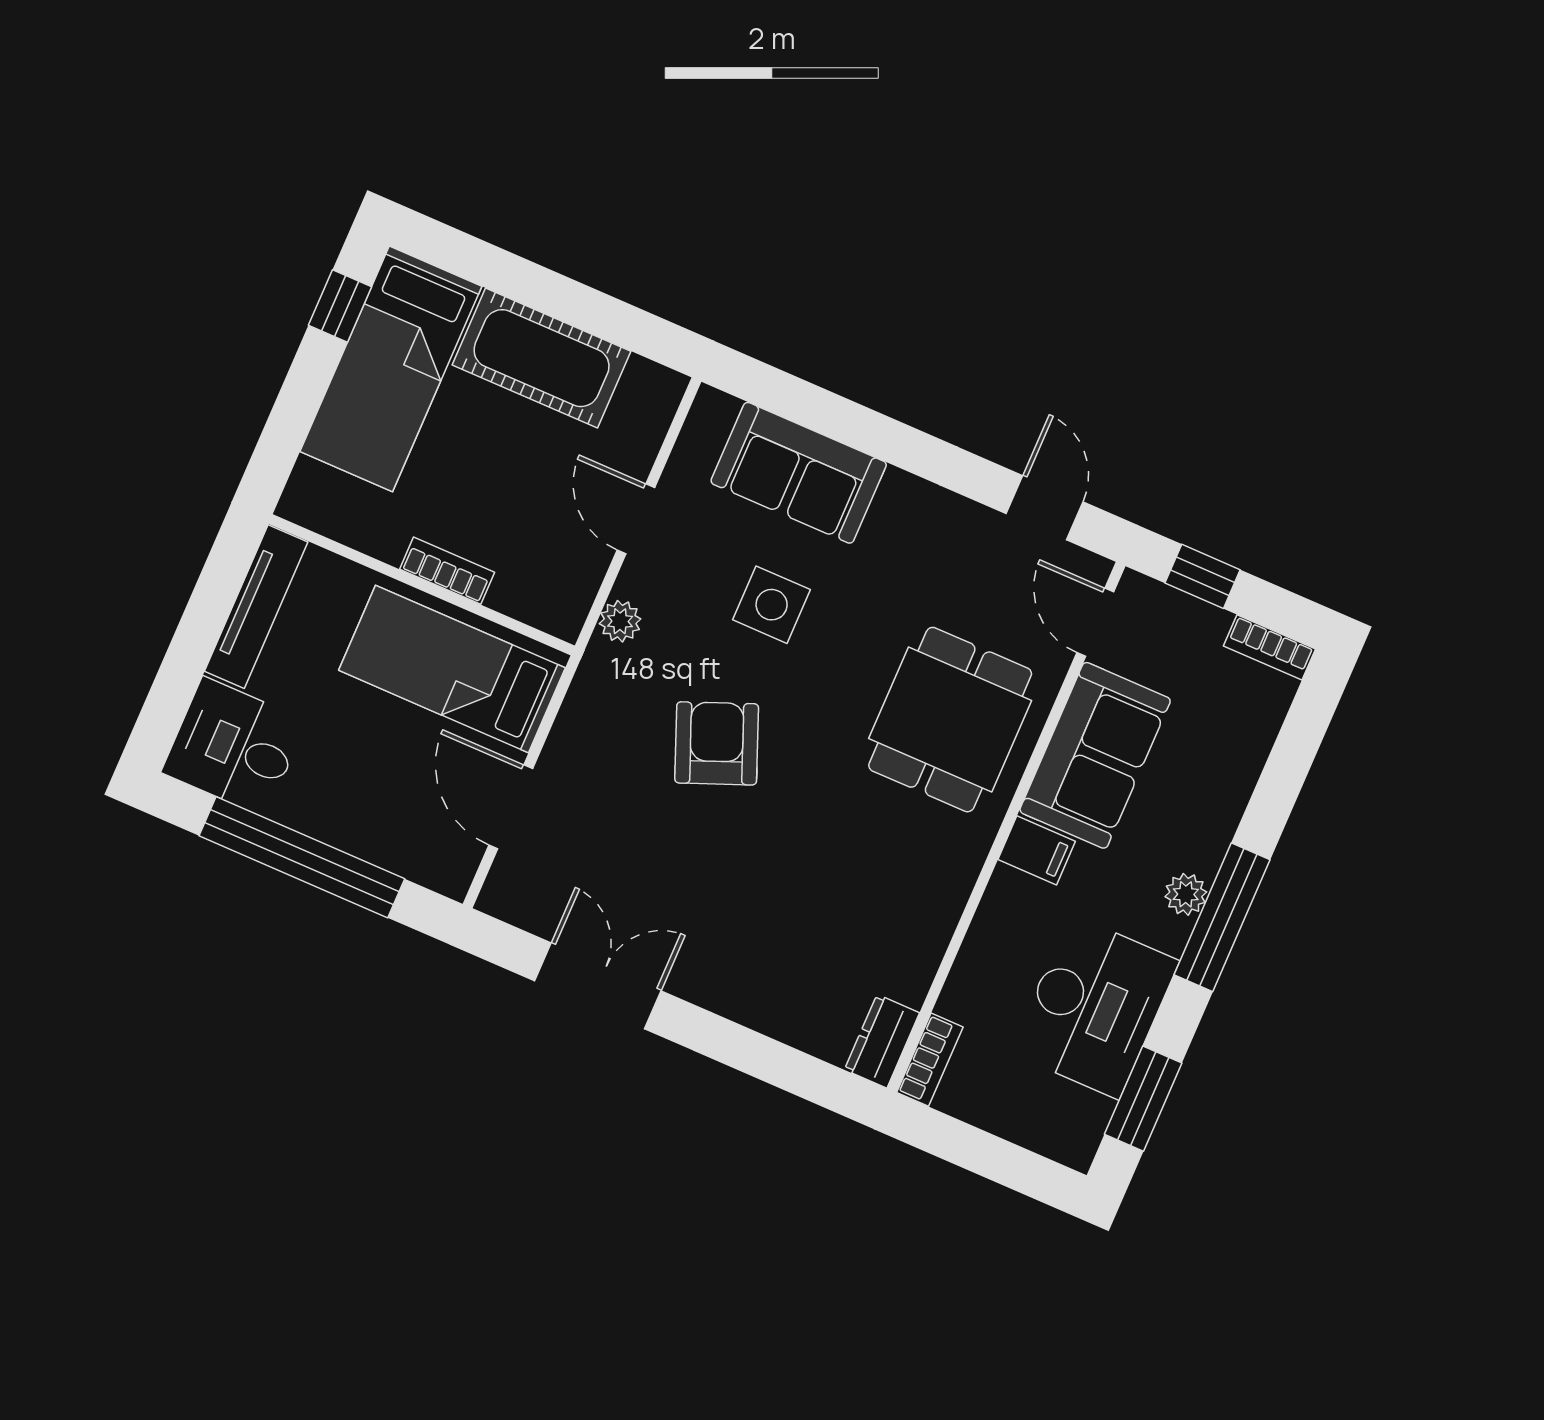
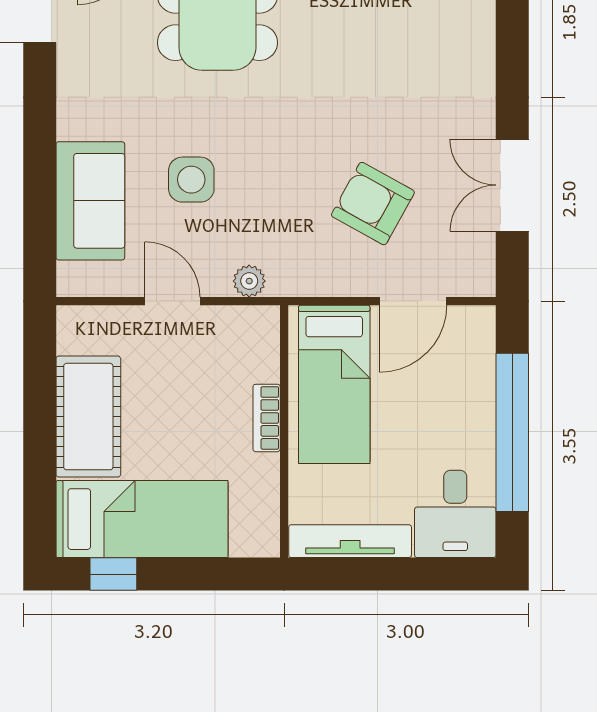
door: (636, 519) -> (172, 301), swing flipped
armchair: (717, 743) -> (373, 204), moved, turned 51

